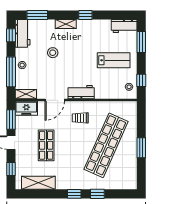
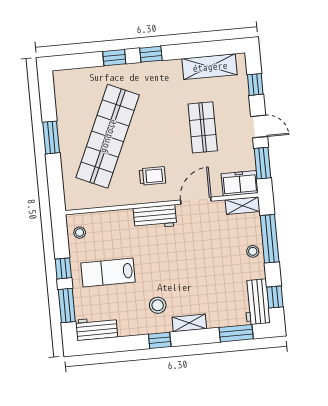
stool: (53, 53) -> (158, 305), moved
window: (141, 80) -> (63, 268), moved

